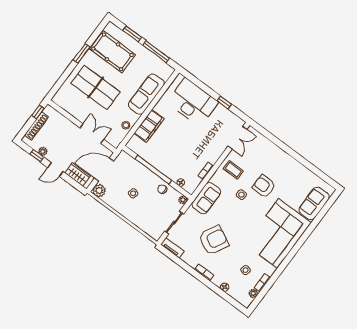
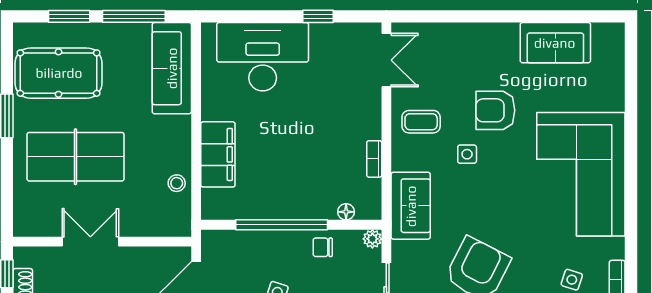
sofa: (146, 94) -> (172, 68), moved
double door: (92, 134) -> (90, 242), moved
sofa: (314, 203) -> (555, 43), moved, turned -90

